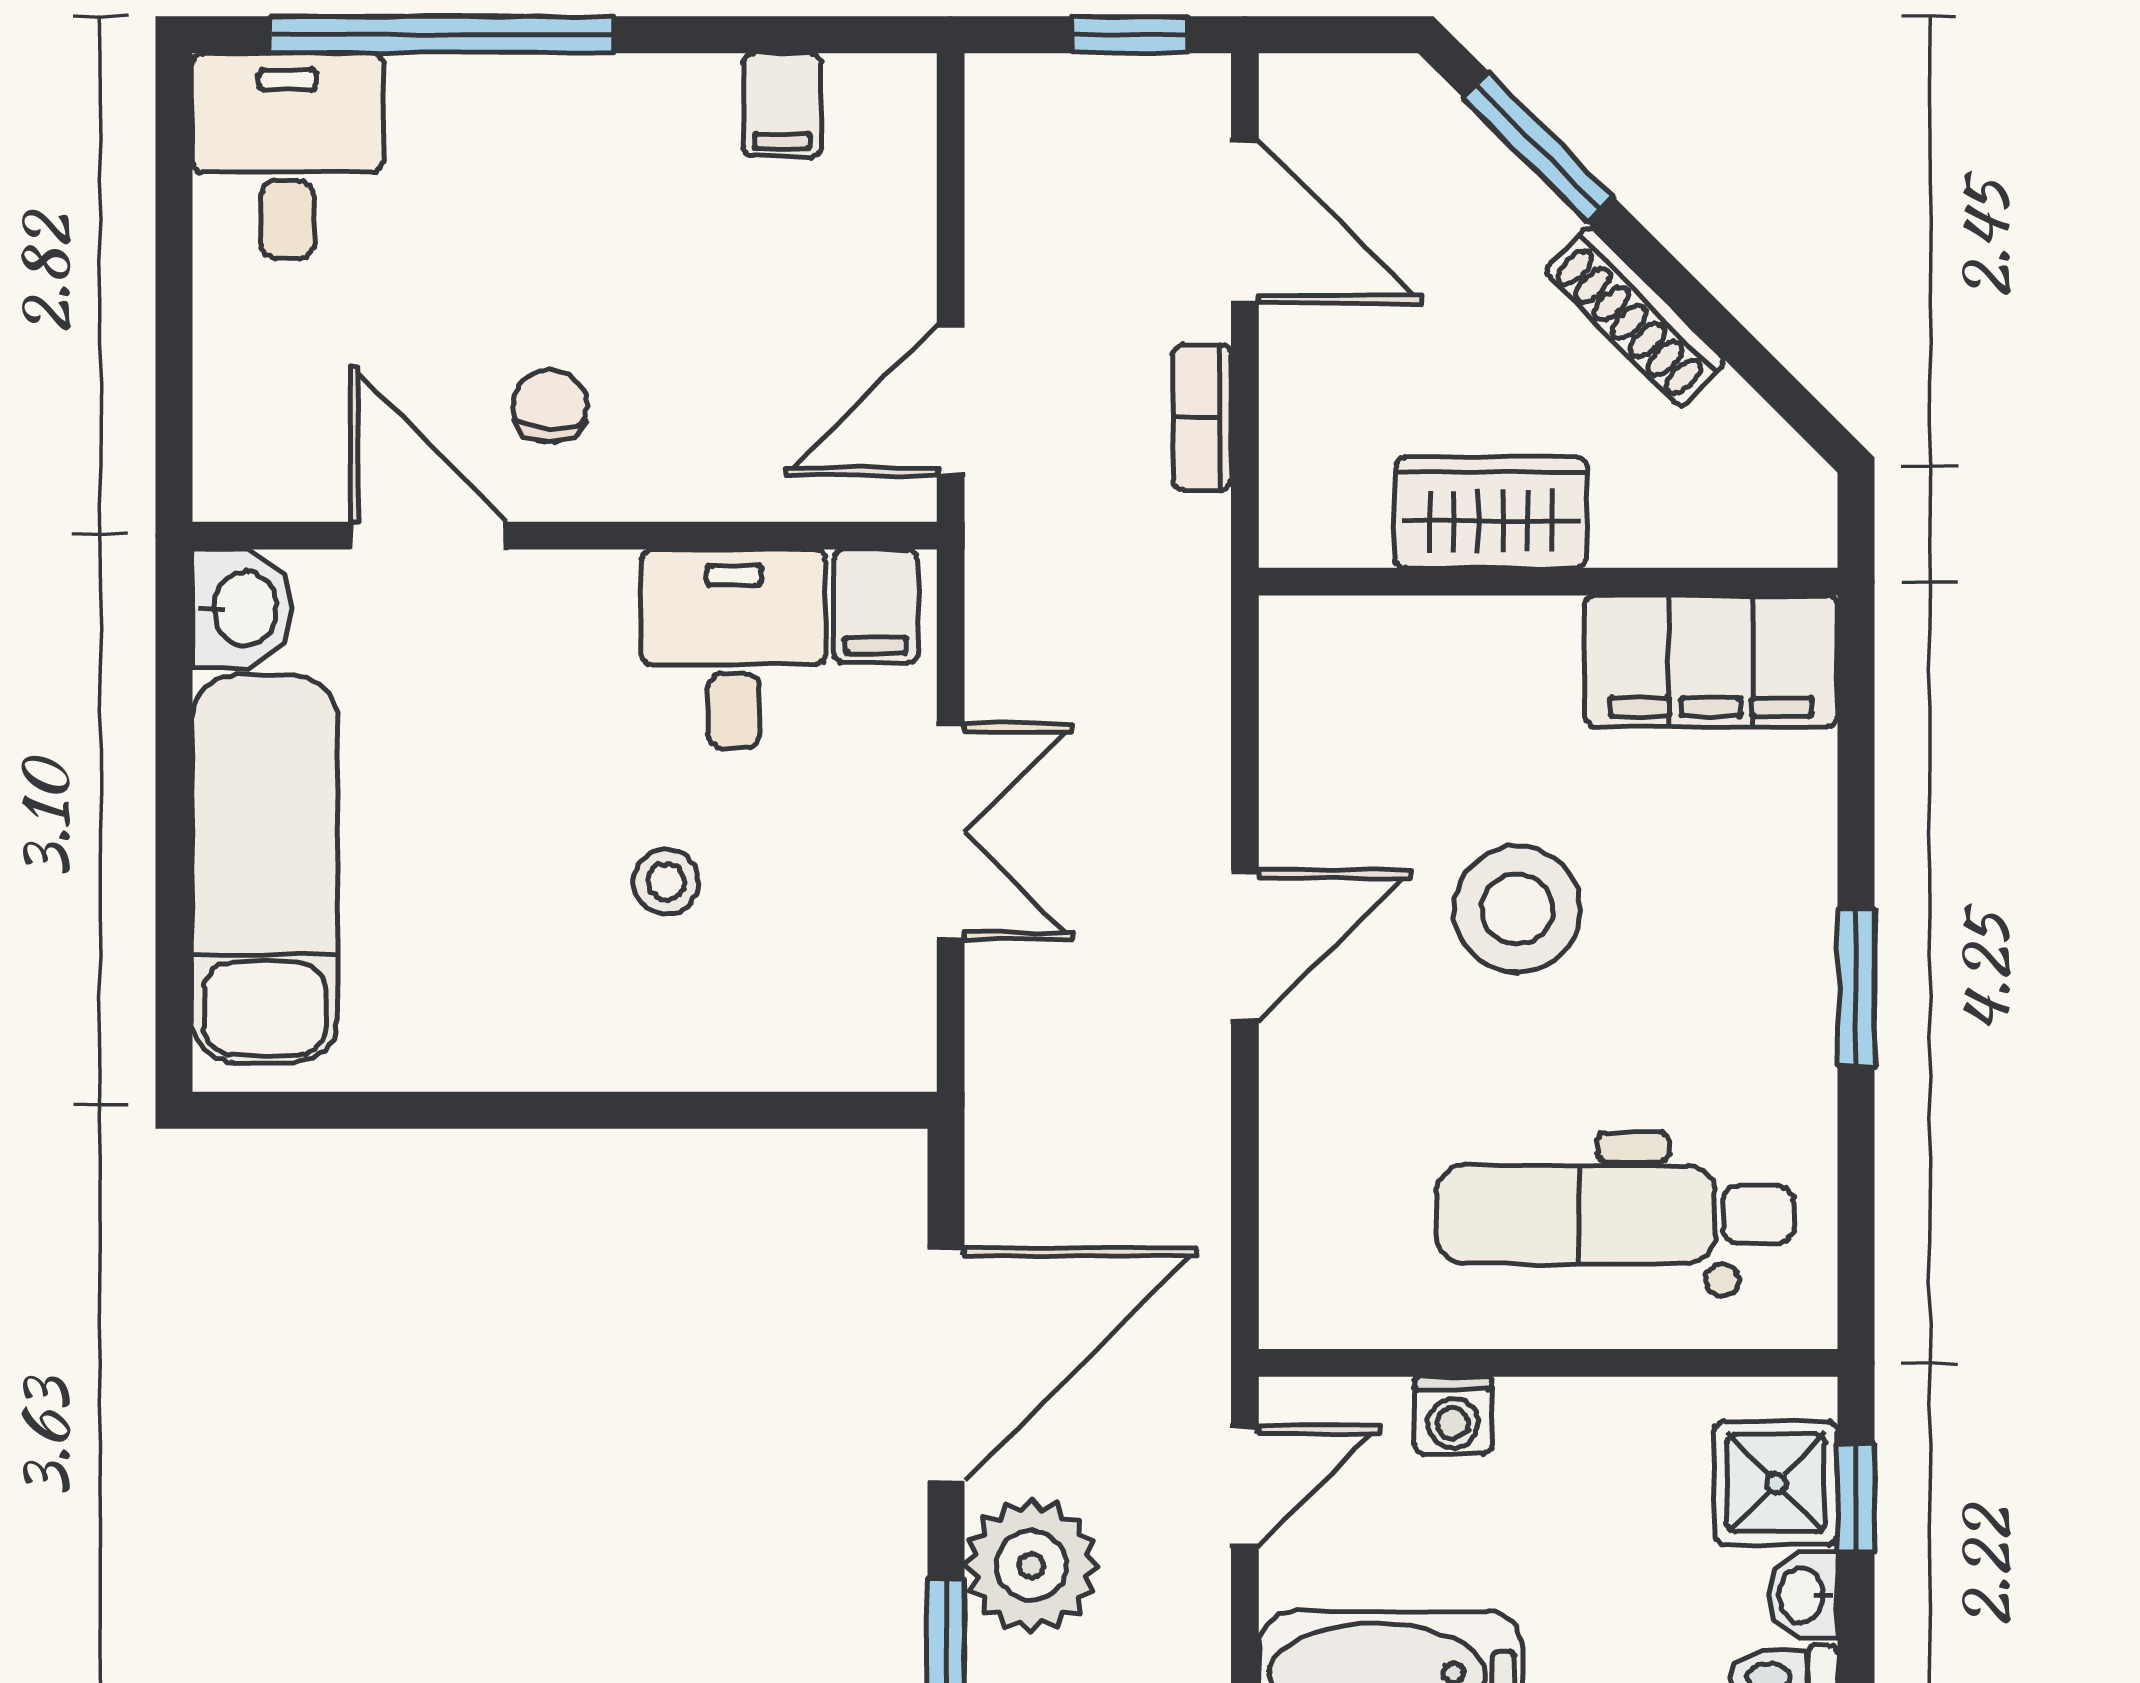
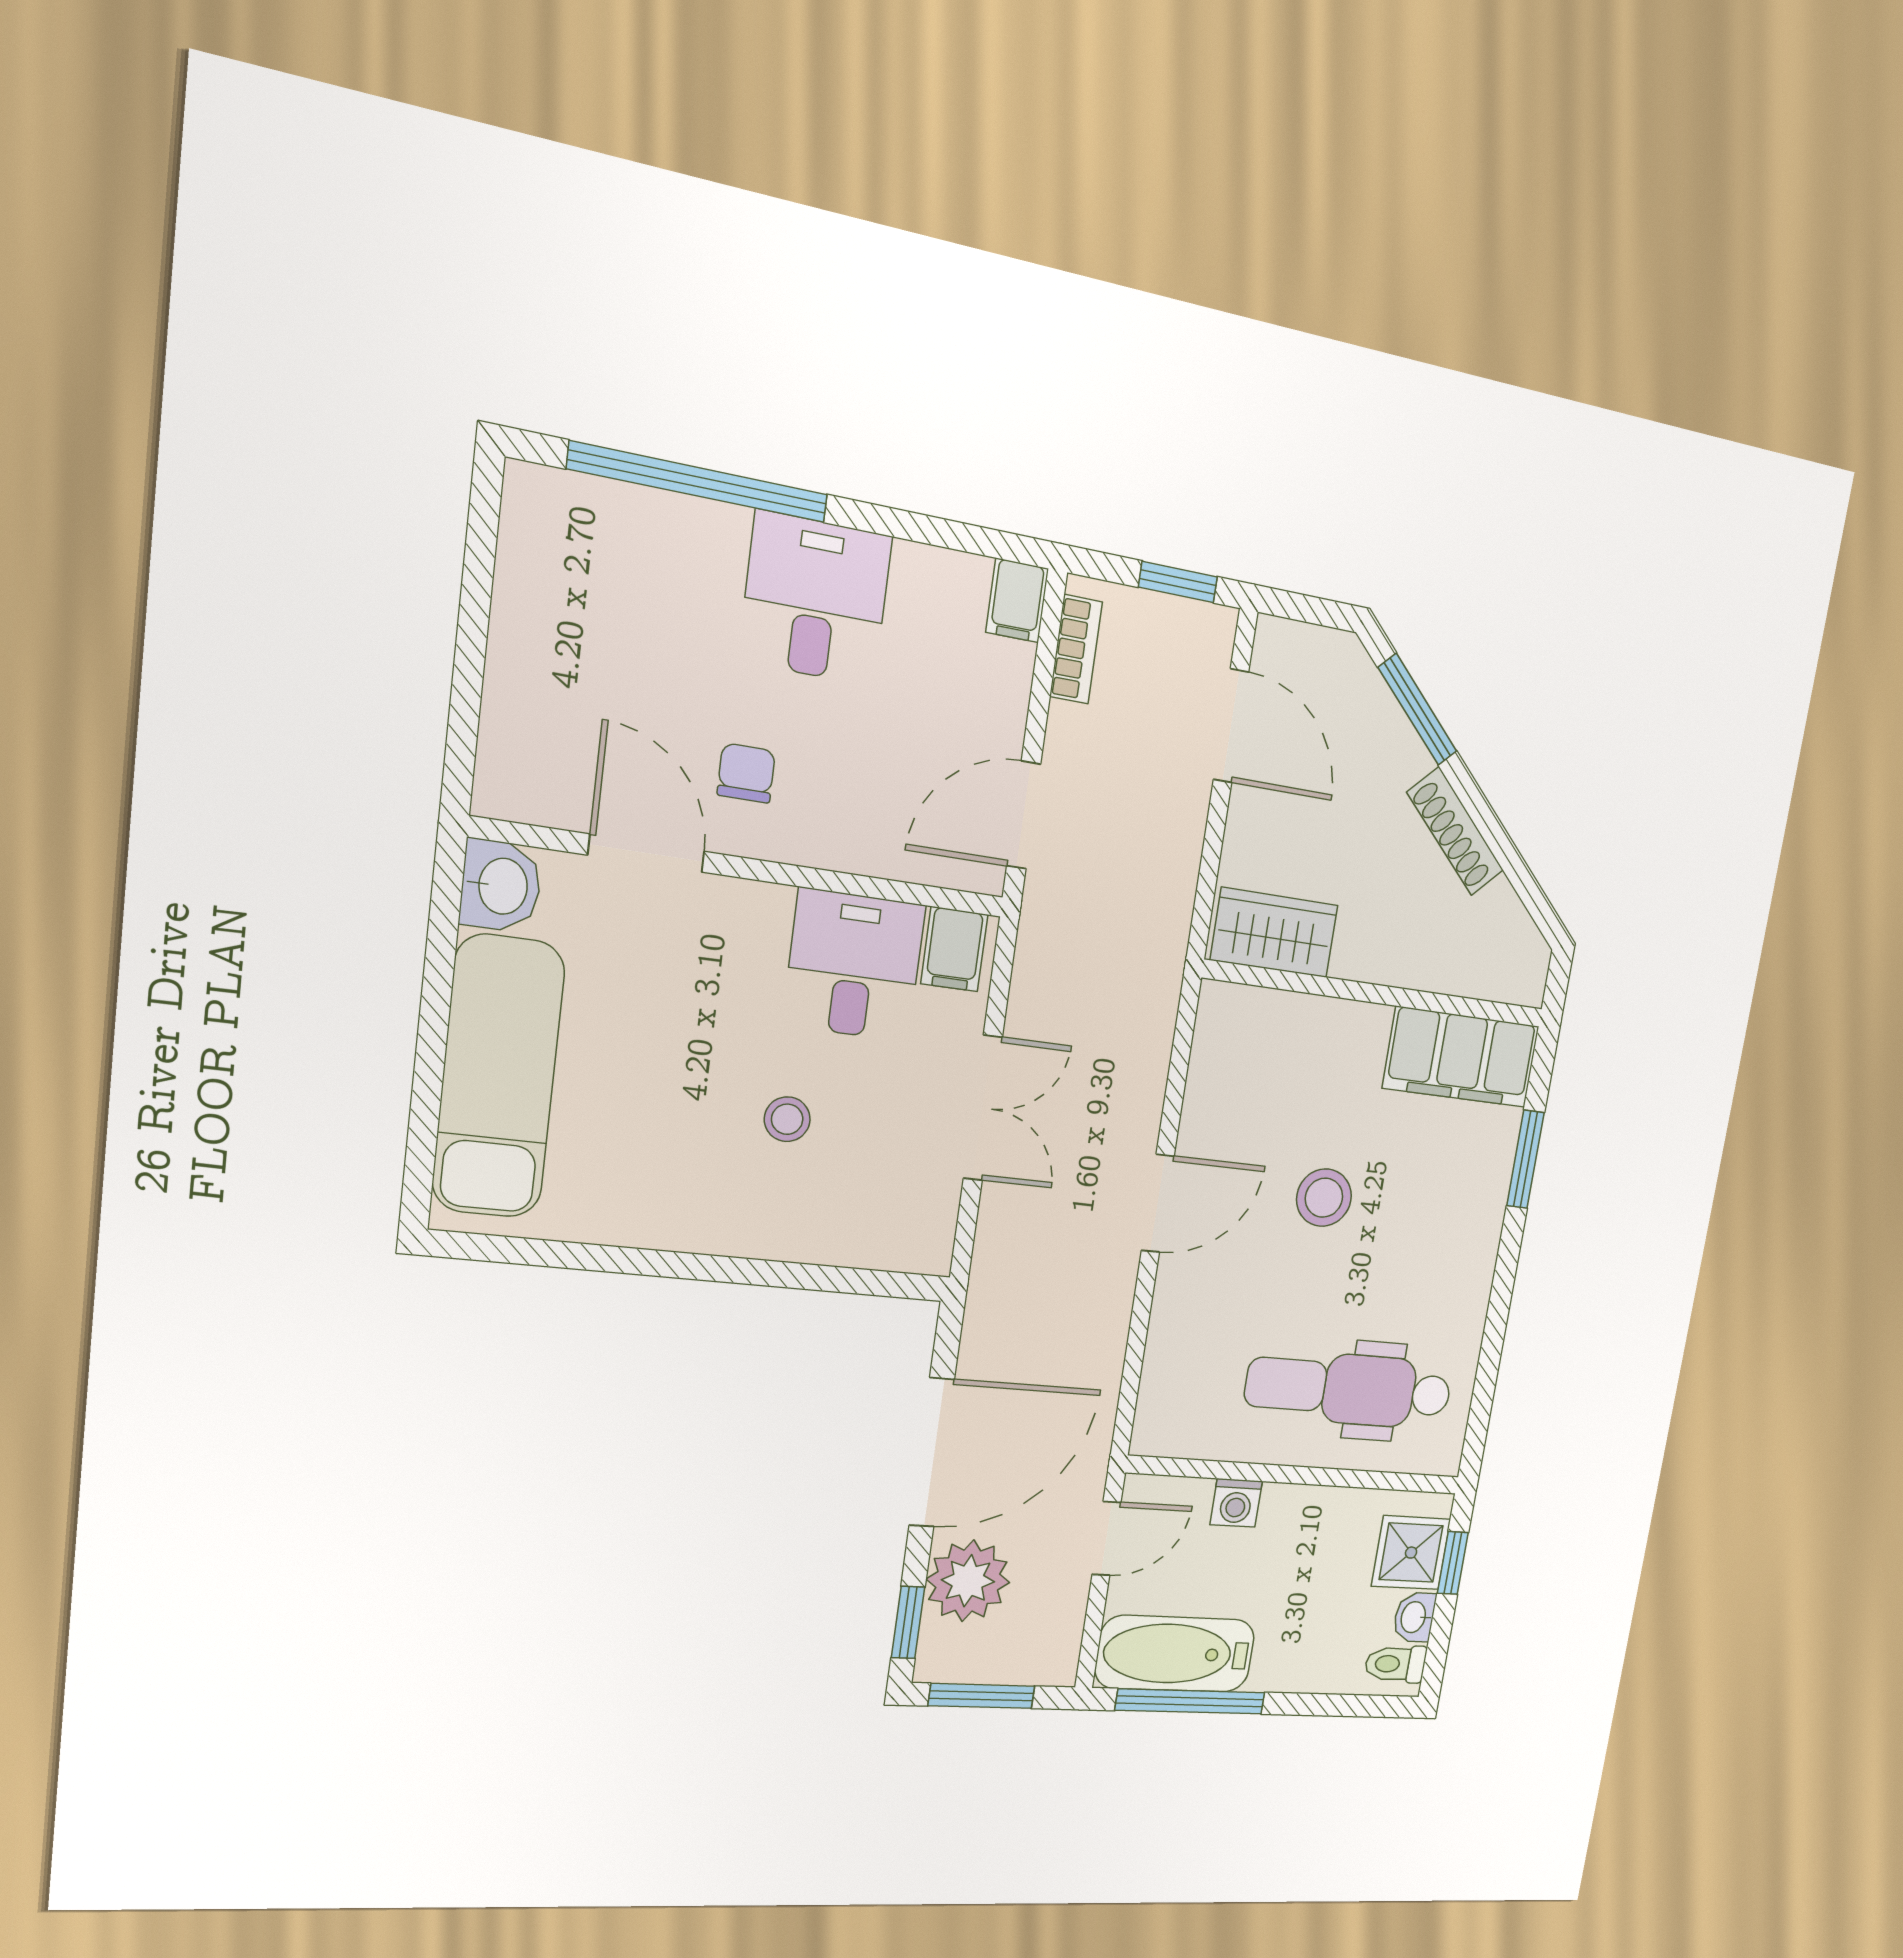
filing cabinet: (782, 105) -> (1017, 600), moved
desk: (288, 156) -> (815, 599), moved
bookcase: (1202, 417) -> (1076, 649), moved, turned 180
wardrobe: (1491, 512) -> (1274, 933), moved
stool: (1517, 909) -> (1324, 1198), width x0.73, depth x0.73
window: (1856, 988) -> (1525, 1159), moved

